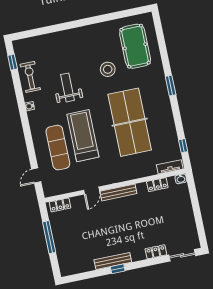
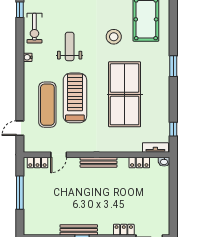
exercise bike: (30, 77) -> (34, 28), turned 180
door: (92, 191) -> (59, 155), moved

